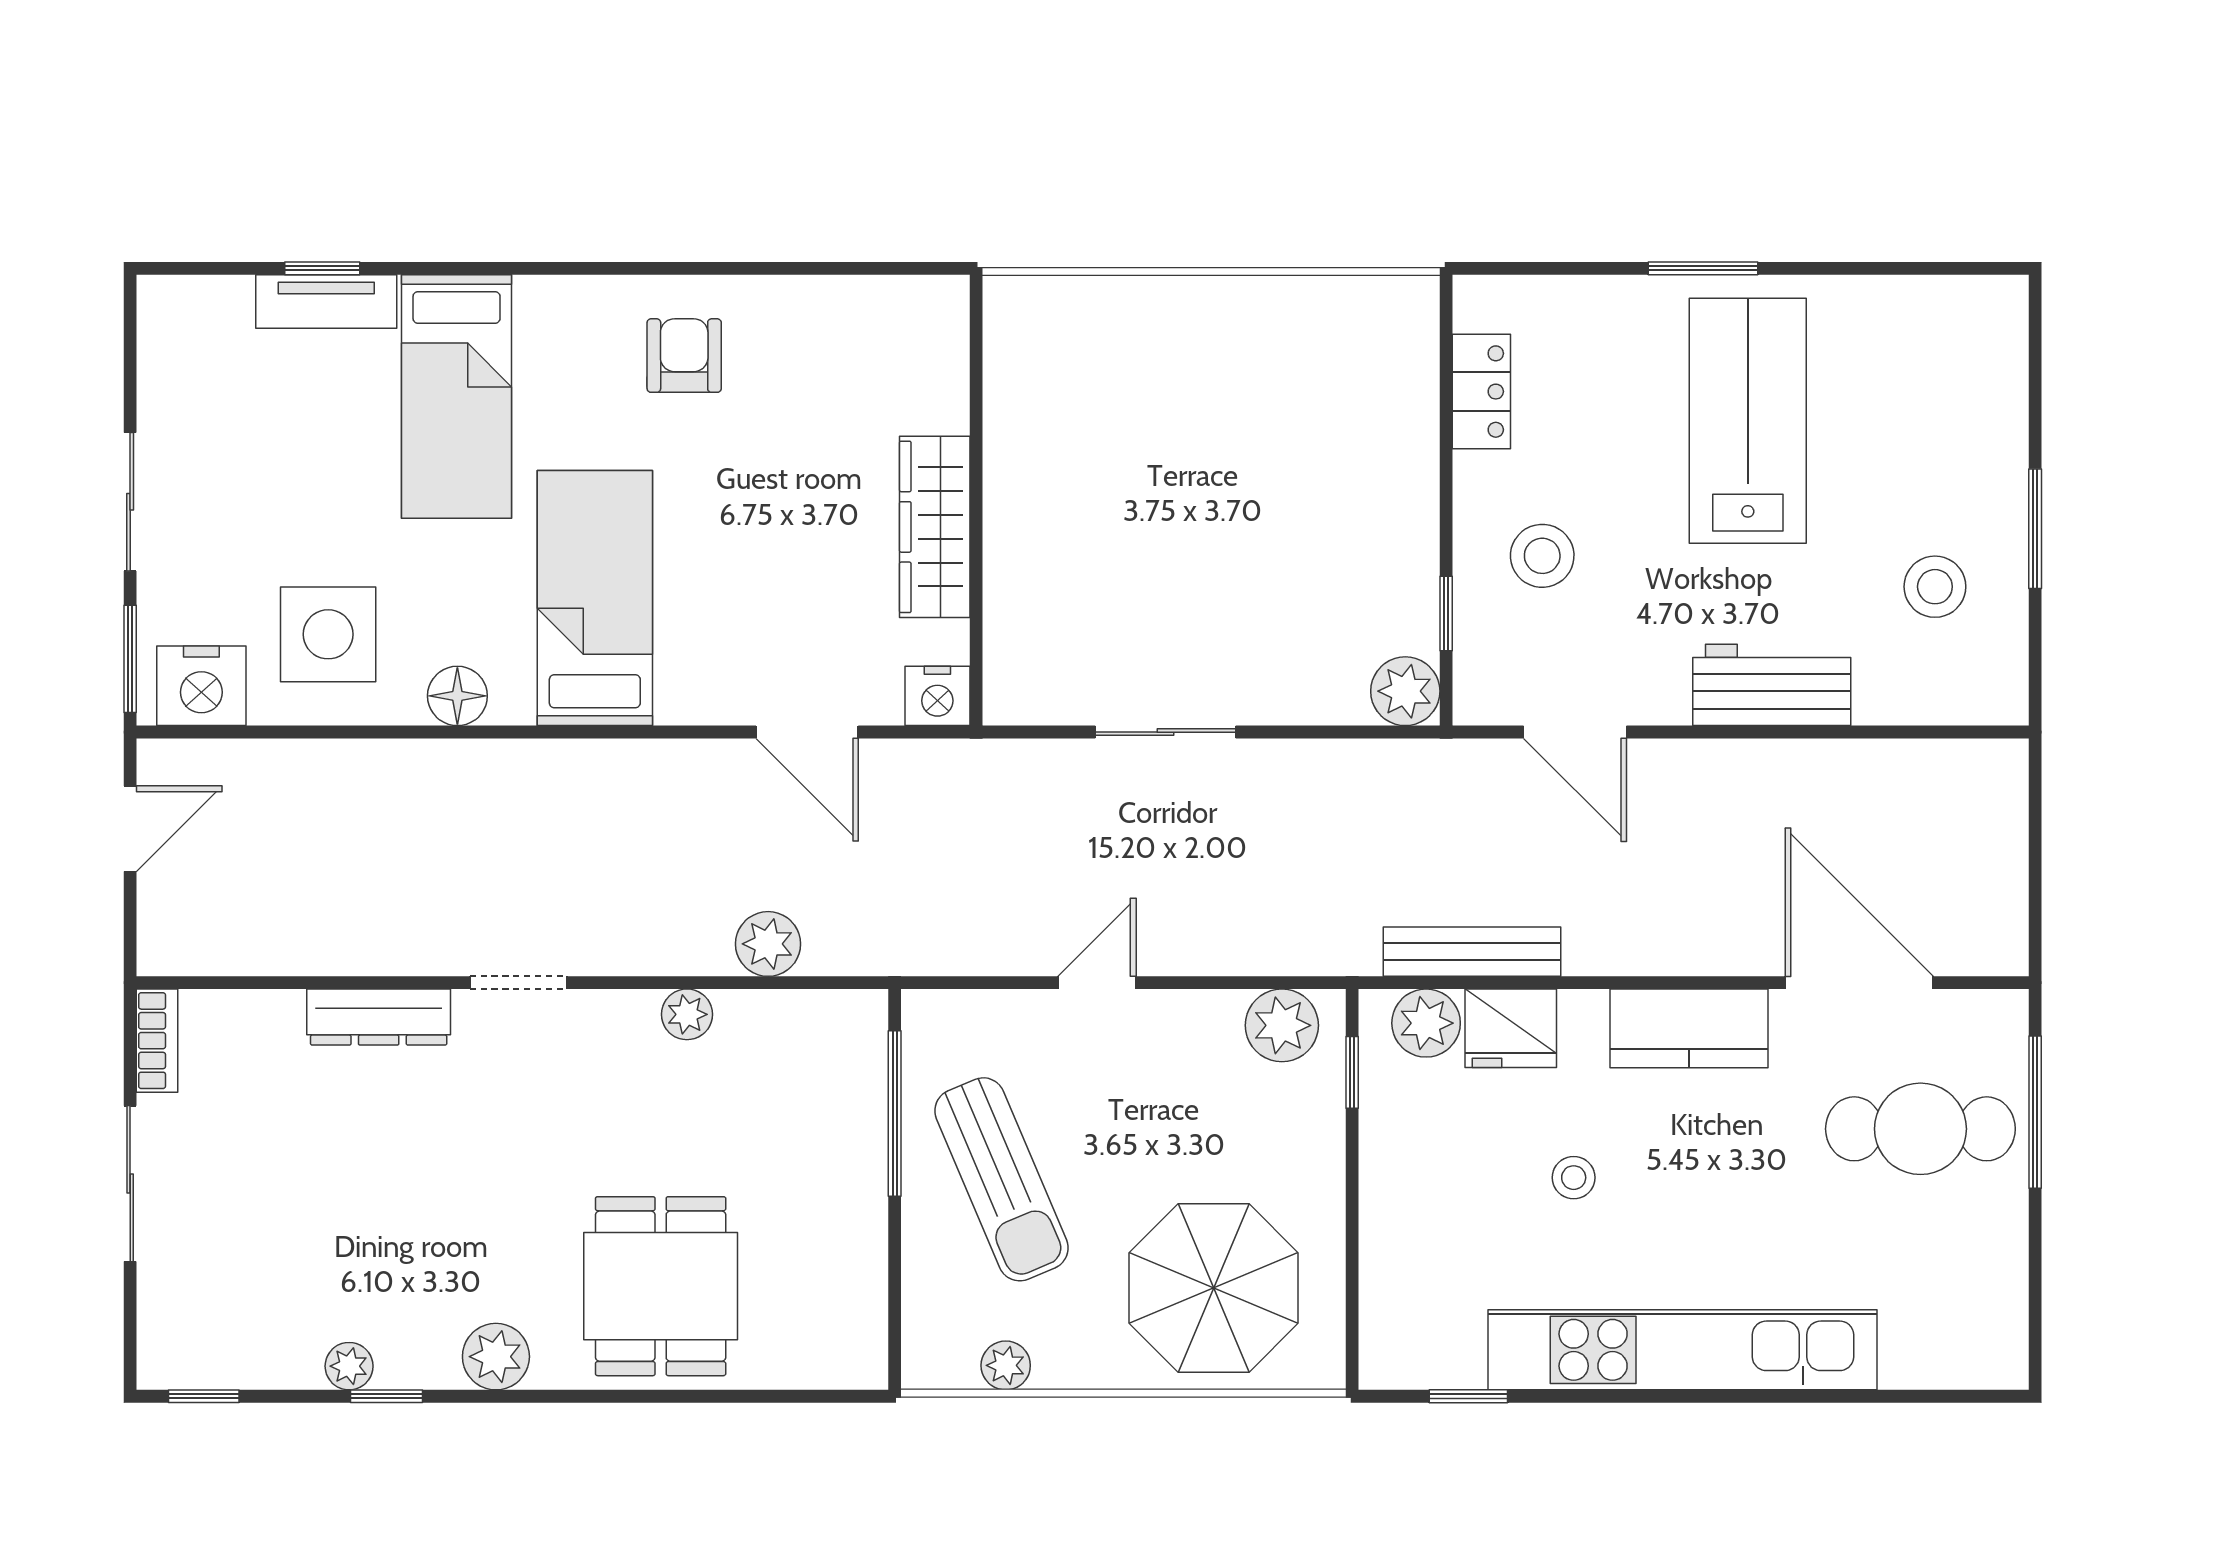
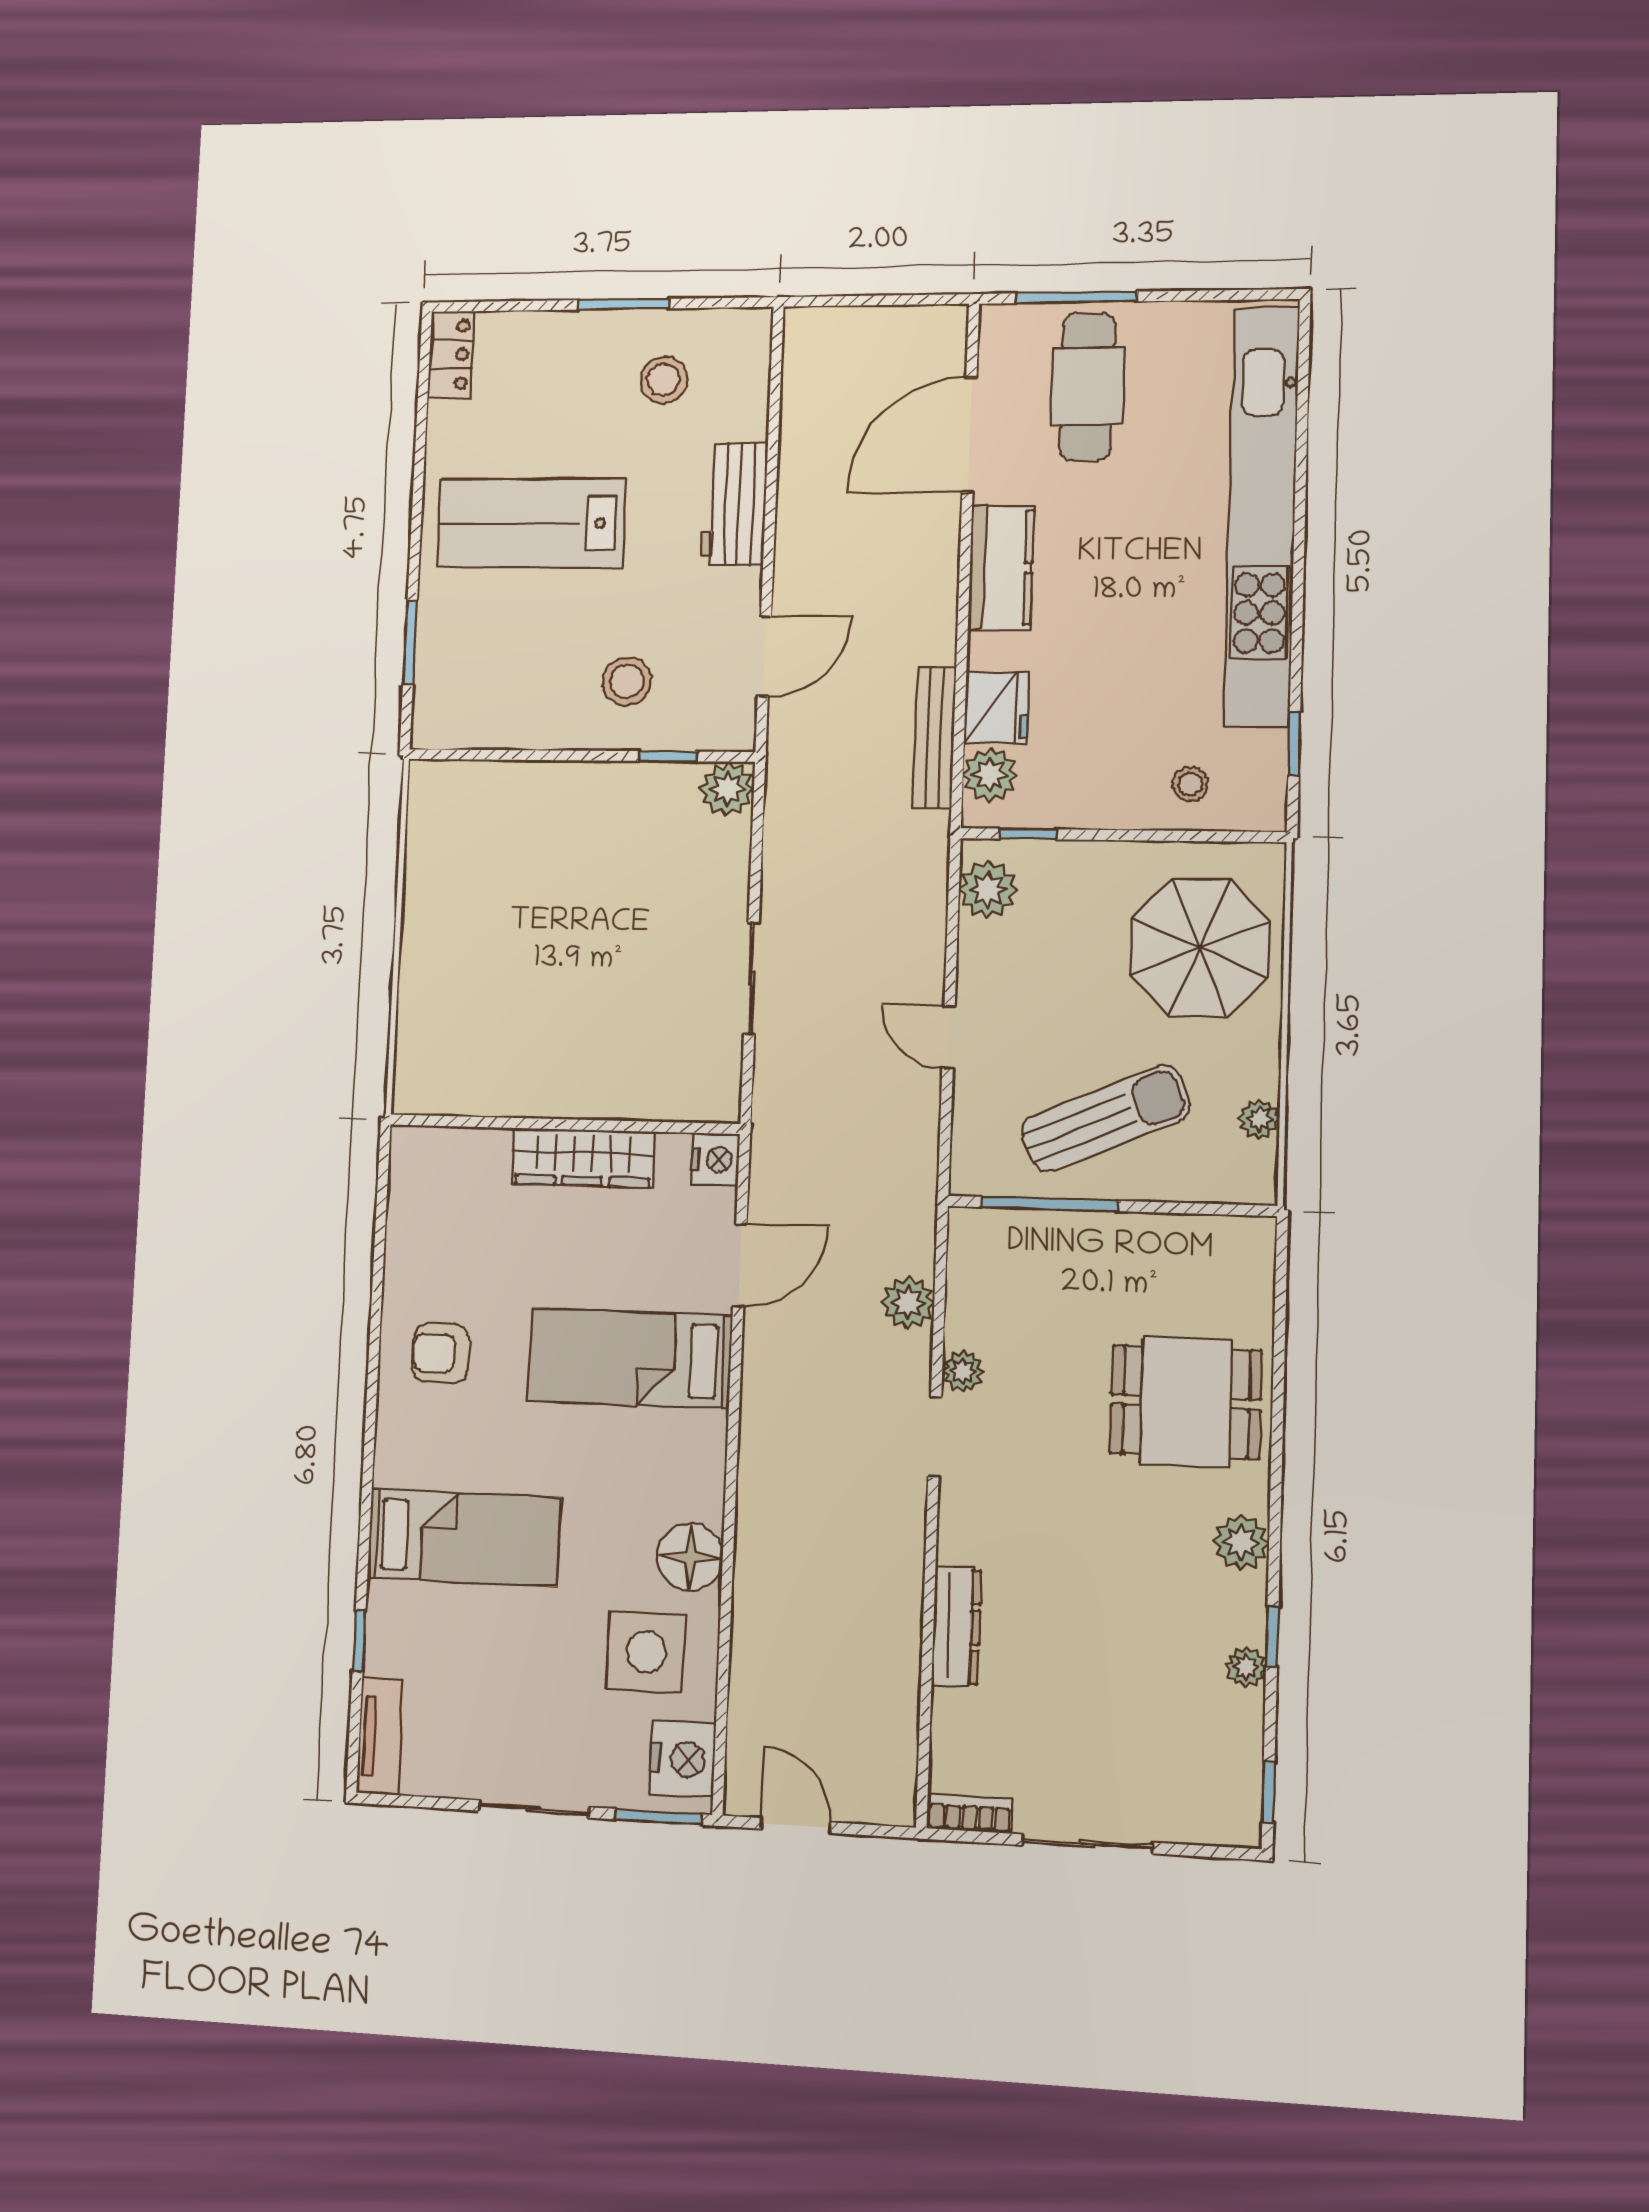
window: (1703, 268) -> (410, 643), moved
tv unit: (326, 301) -> (380, 1736), moved
locker: (1481, 392) -> (451, 355), moved, turned 90
bed: (595, 598) -> (630, 1358), moved
floor lamp: (457, 696) -> (690, 1557), width x1.38, depth x1.38
doorway: (519, 983) -> (935, 1437), moved
stool: (1574, 1178) -> (1190, 784), moved
kitchen unit: (1682, 1350) -> (1262, 516), width x1.36

